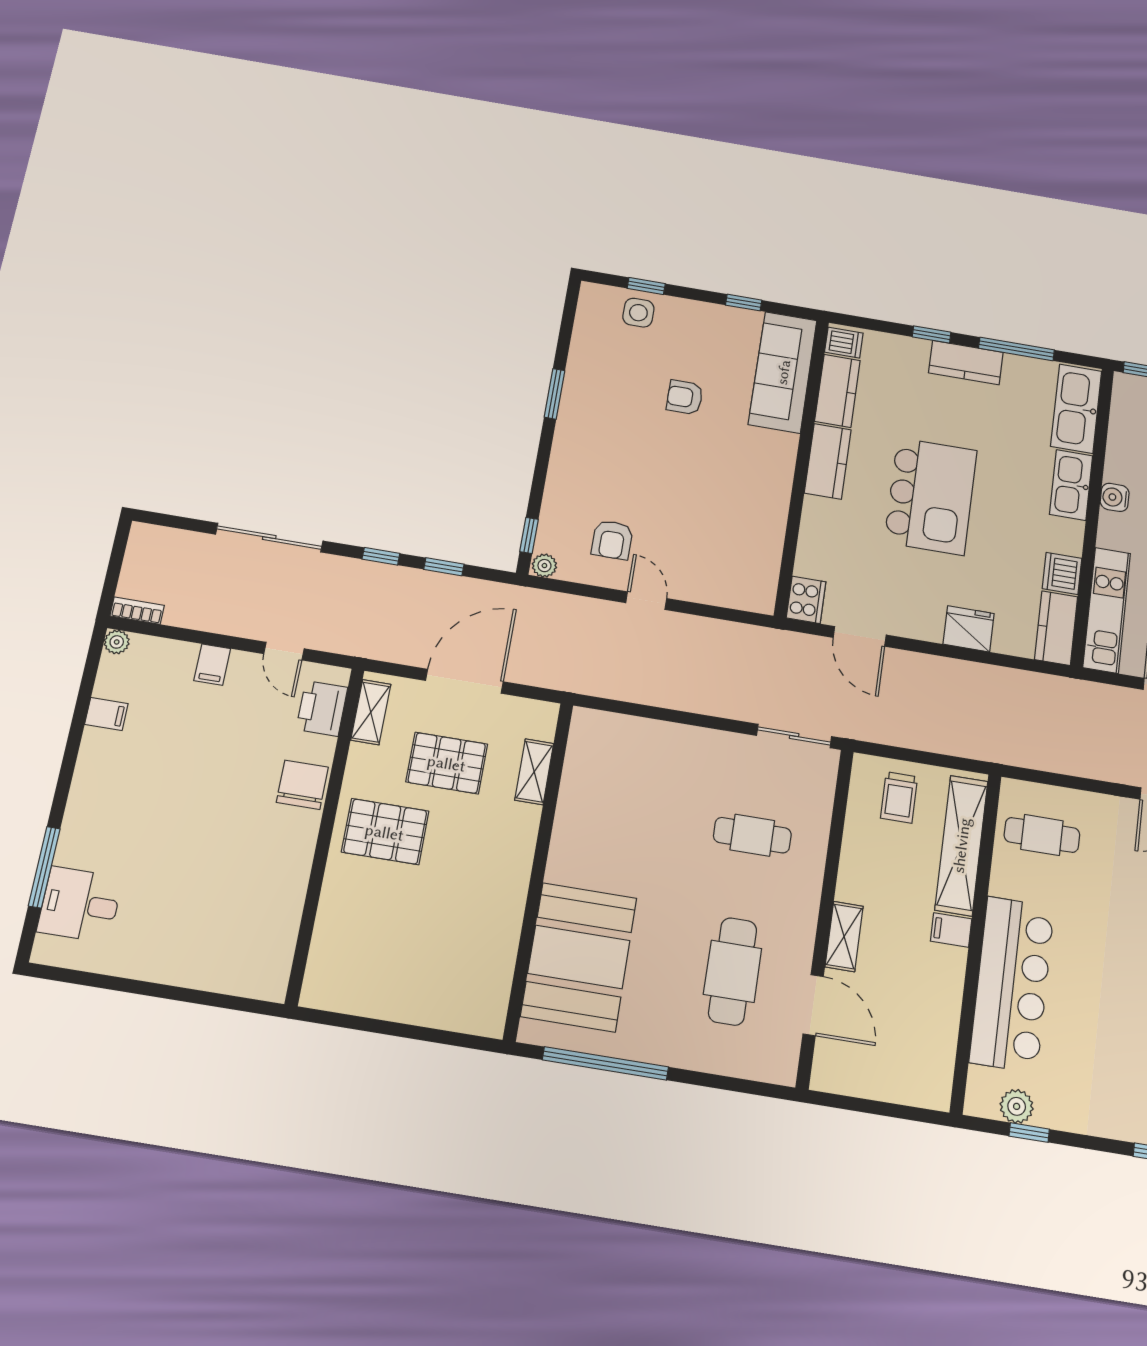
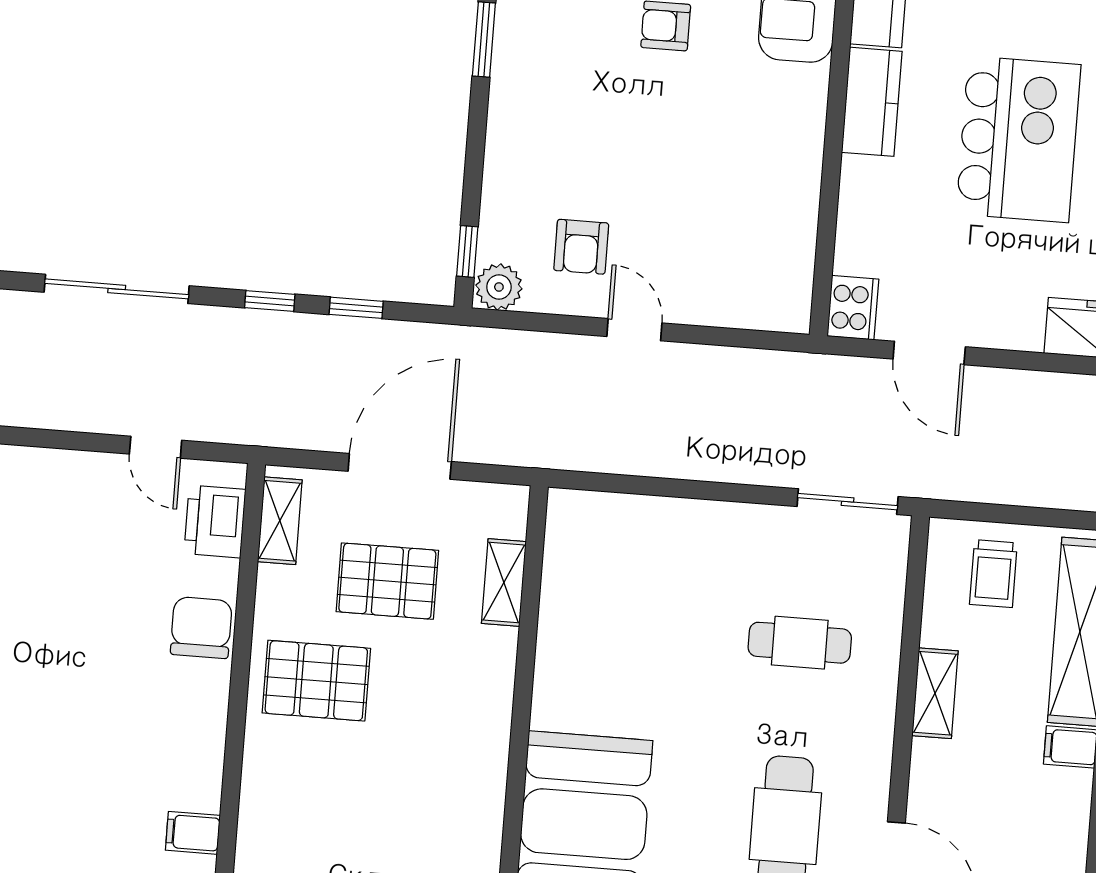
plant: (544, 566) -> (499, 287), width x1.38, depth x1.38
filing cabinet: (212, 665) -> (193, 833), moved, turned 90
shelving: (844, 937) -> (935, 693), moved

